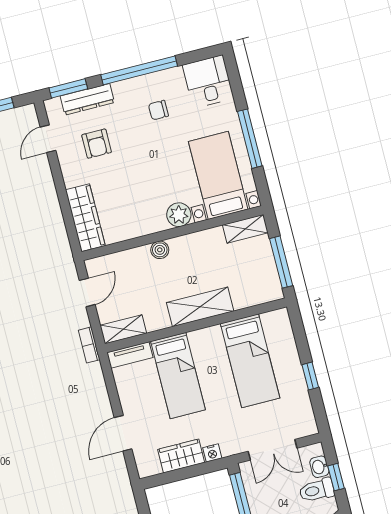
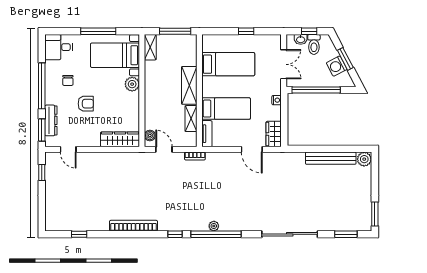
armchair: (97, 144) -> (86, 104), moved
boiler: (160, 250) -> (150, 135), moved
shelving: (123, 329) -> (191, 119), moved
wardrobe: (181, 456) -> (274, 134), moved

